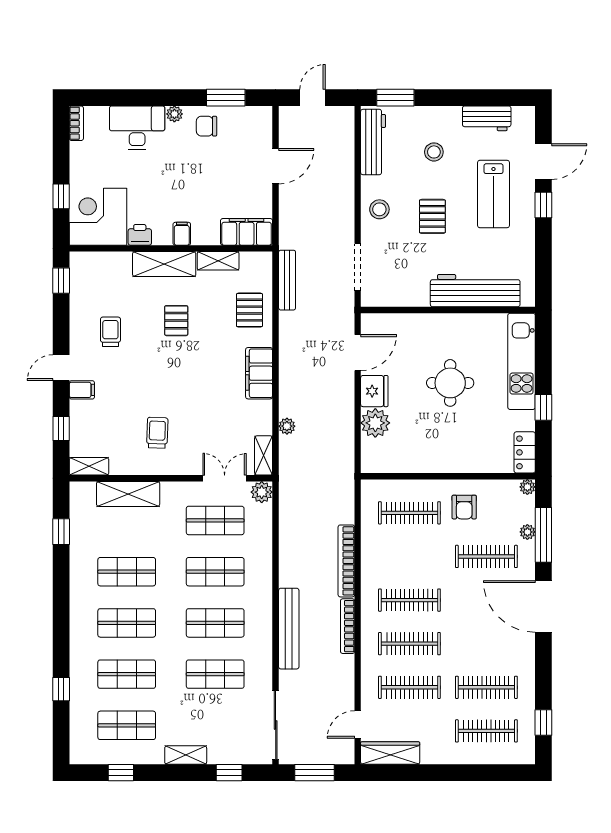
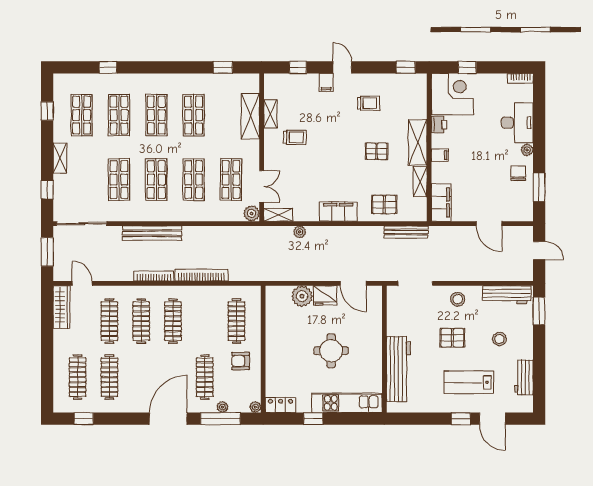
shelving: (89, 466) -> (270, 114), moved

